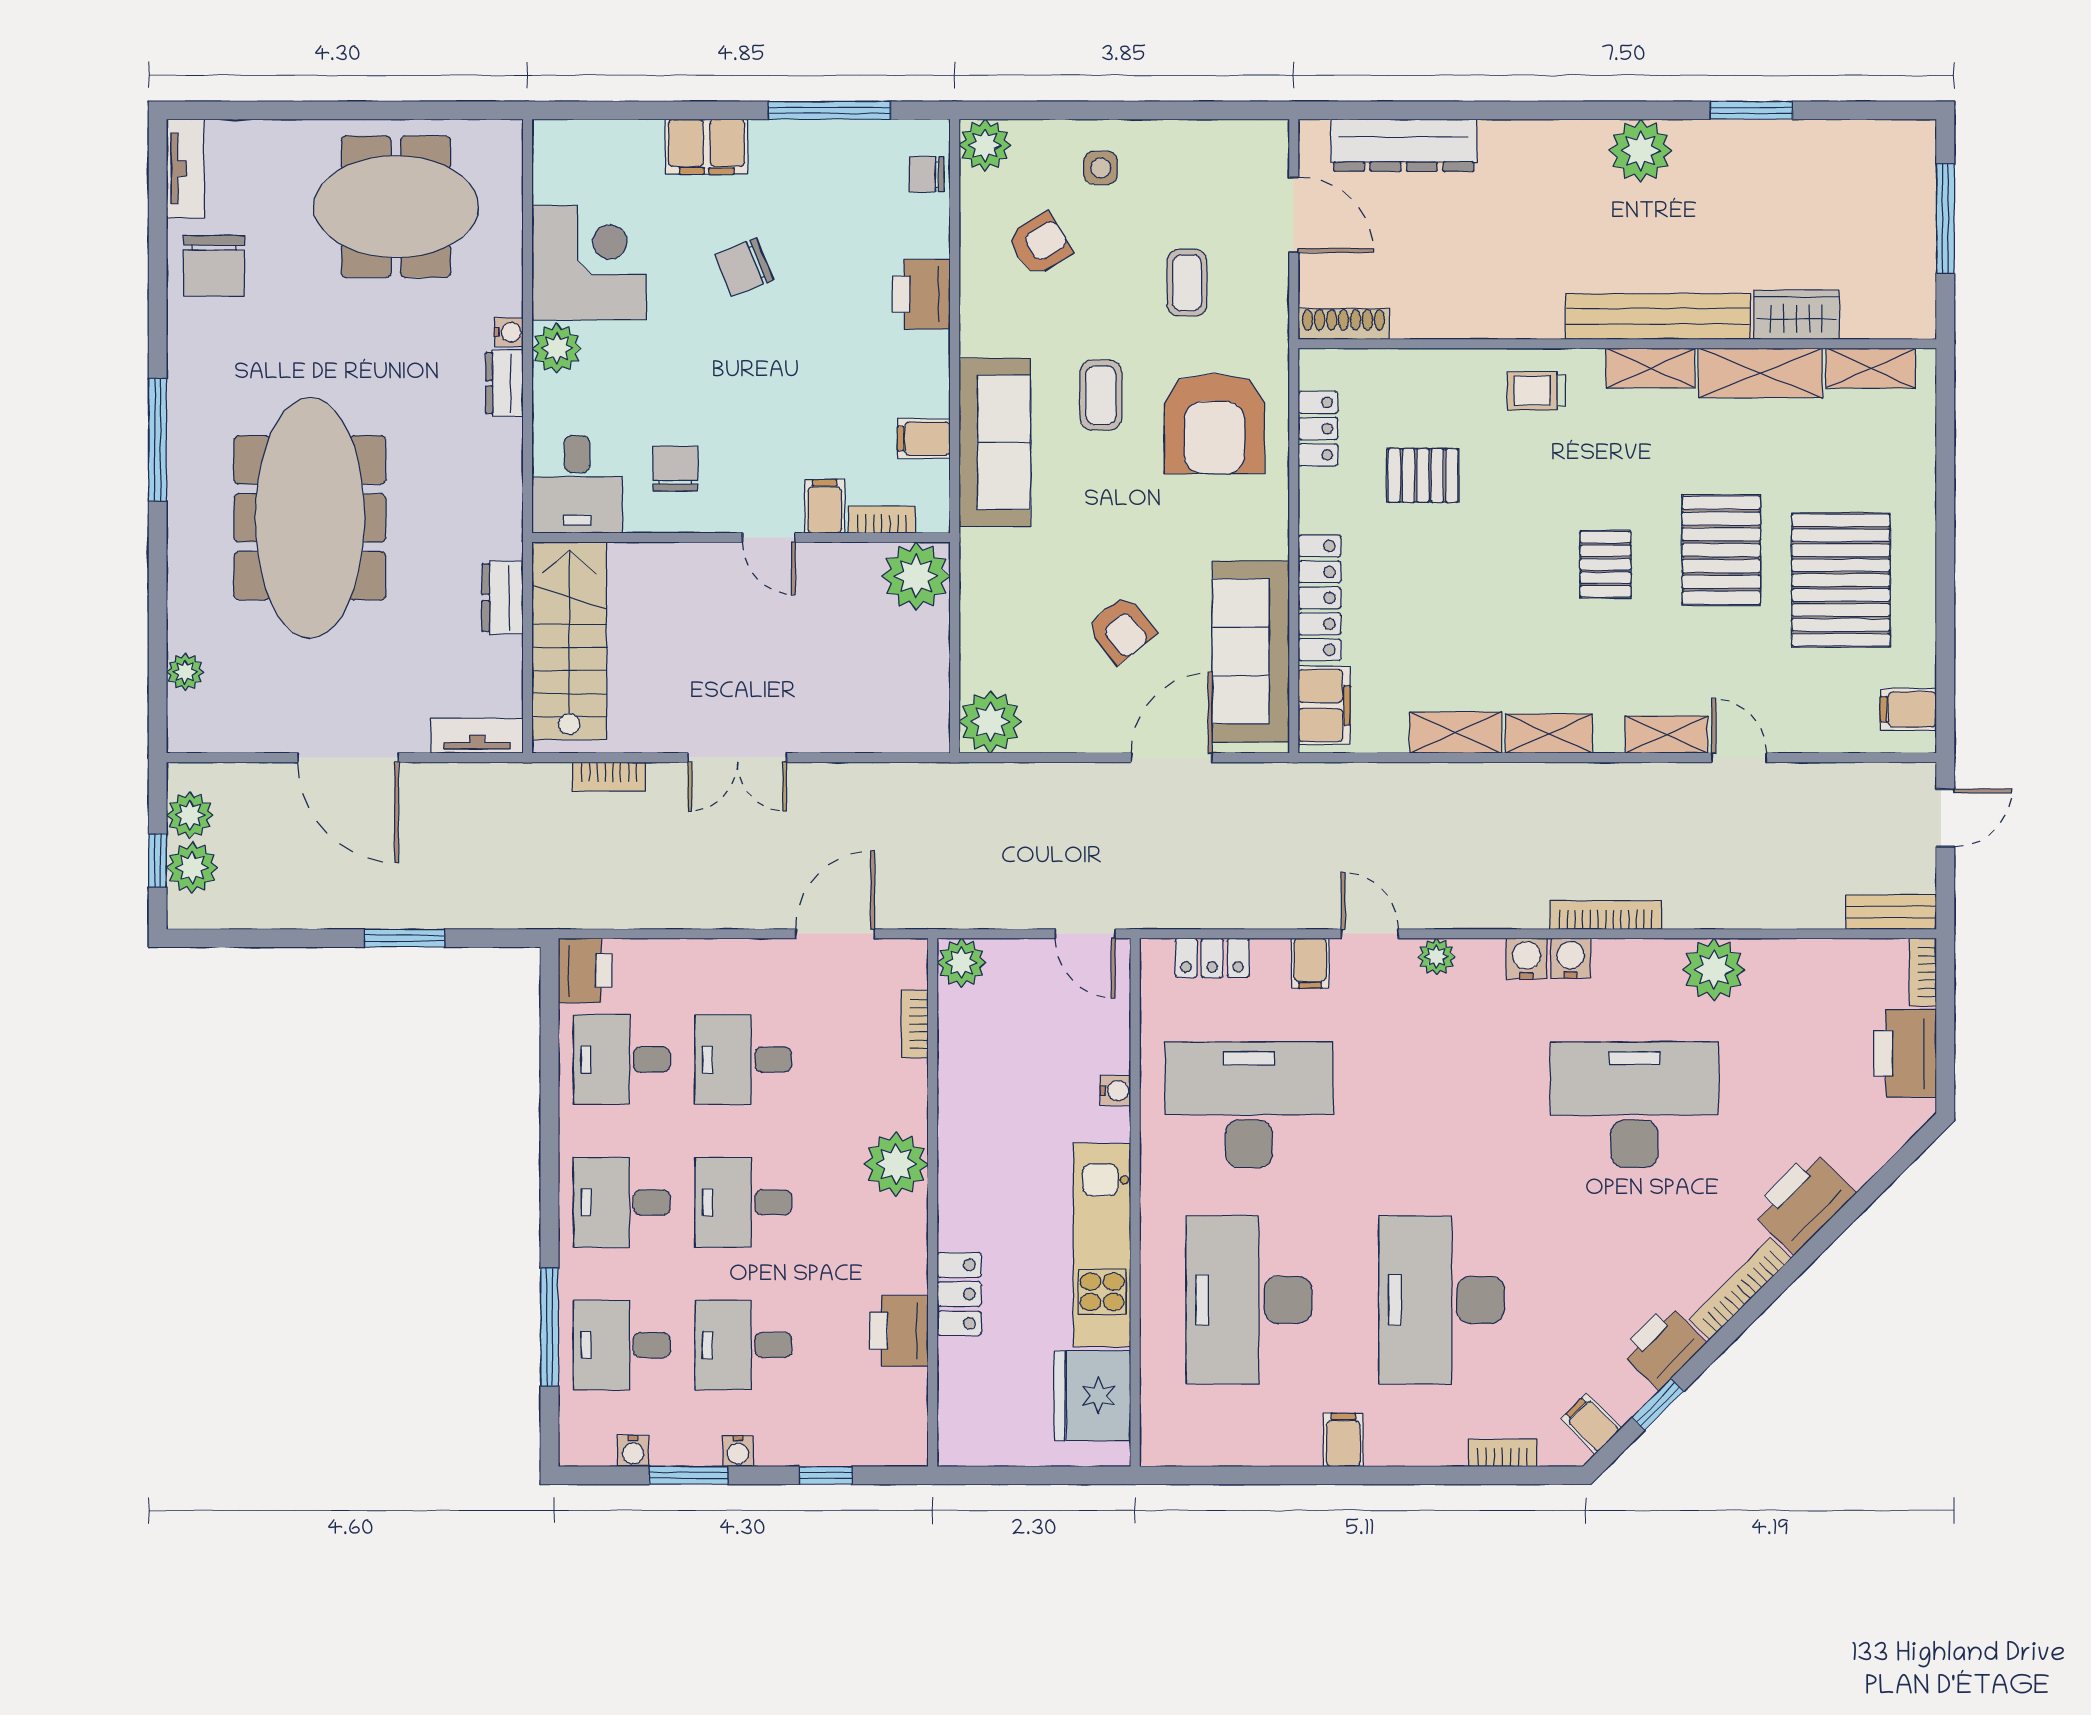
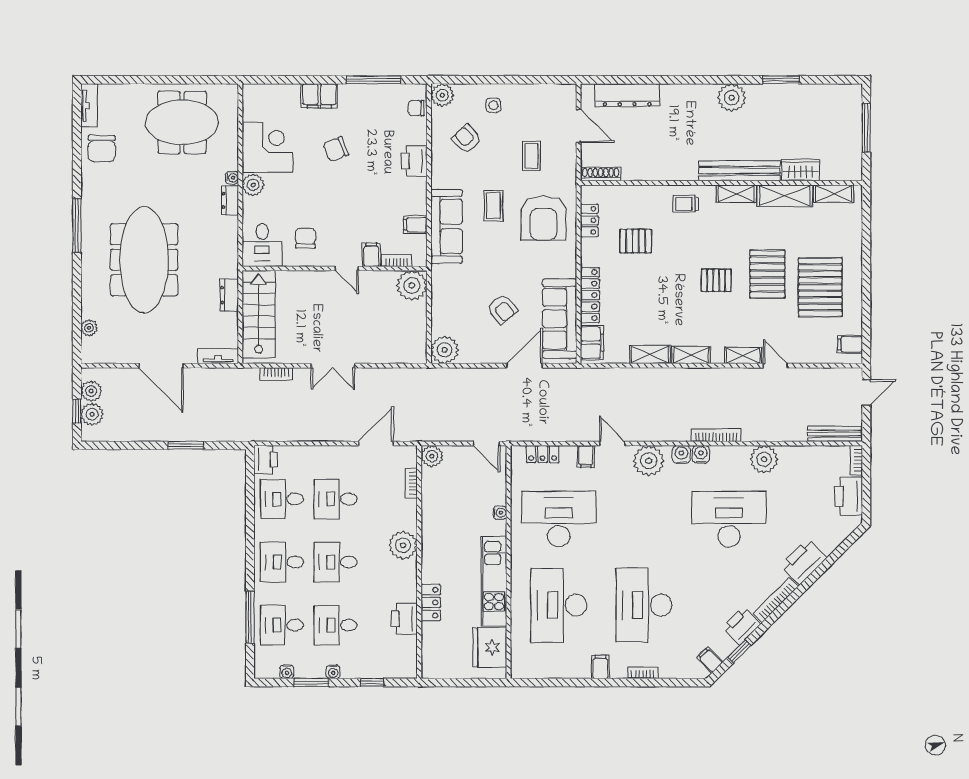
armchair: (1040, 244) -> (466, 139), turned -101
pallet: (1606, 564) -> (716, 280), turned 90
bench: (1891, 912) -> (835, 434), width x1.36
plant: (1437, 957) -> (649, 461), width x1.88, depth x1.88
bookcase: (1502, 1453) -> (643, 673), moved

